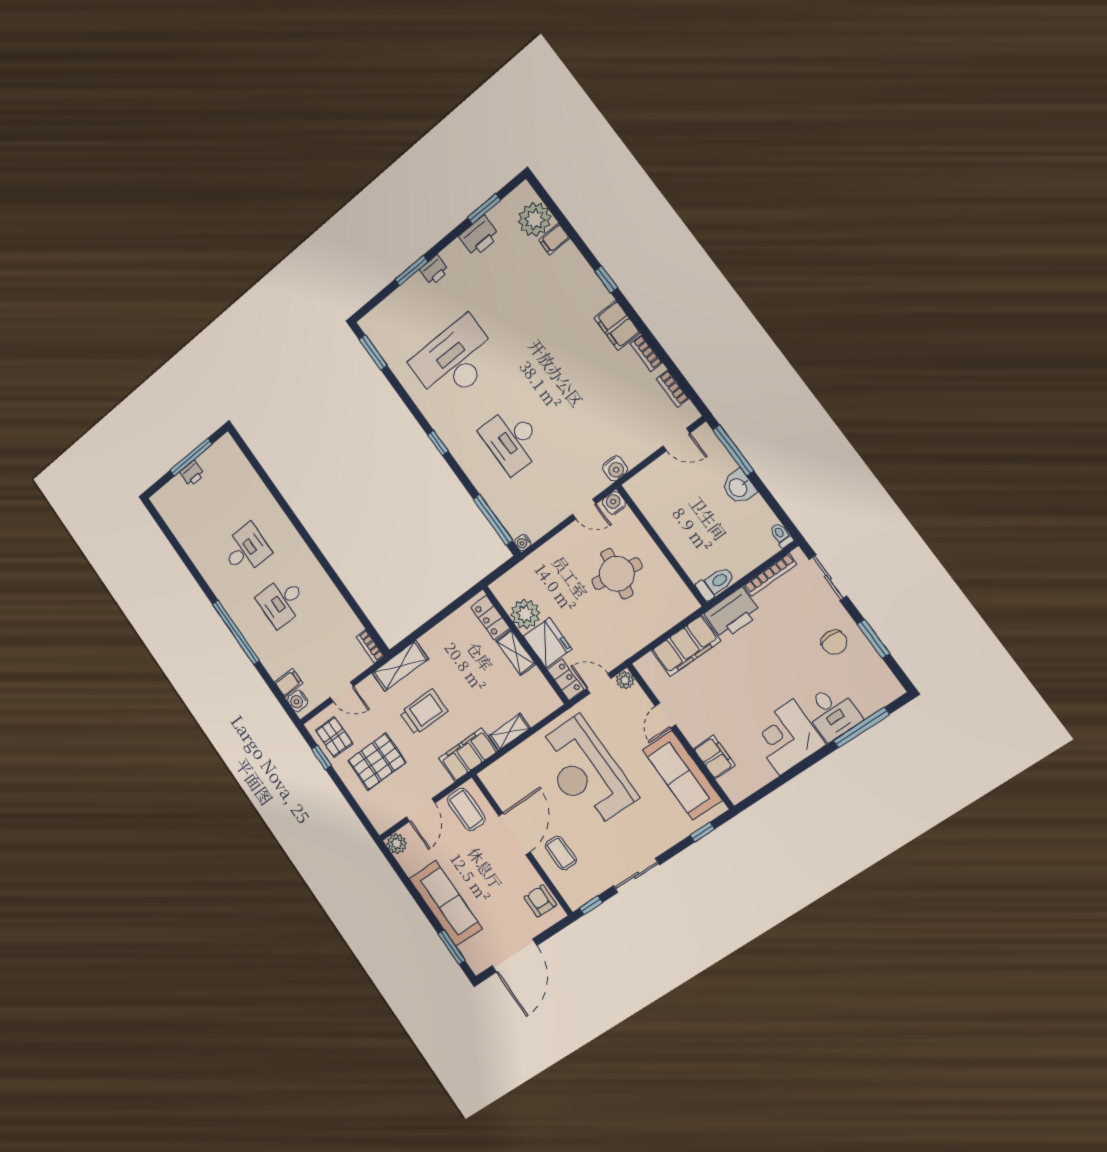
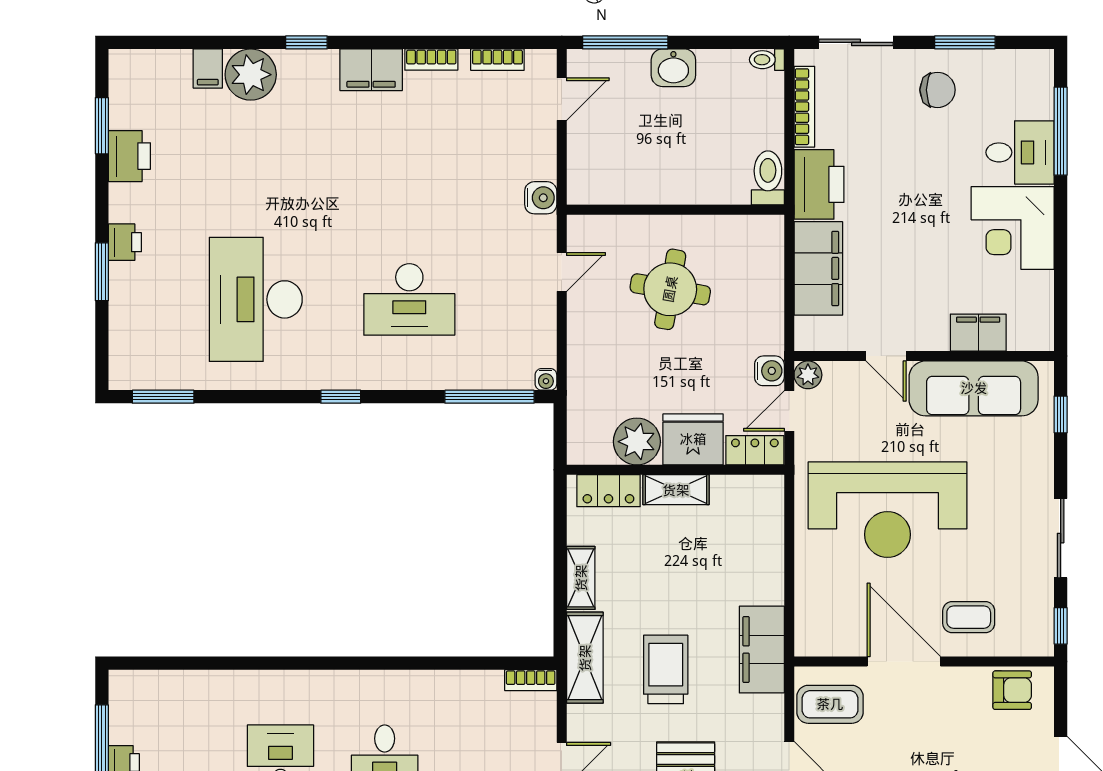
plant: (534, 219) -> (251, 75), moved
water cooler: (614, 503) -> (769, 371), moved, turned 180
shelving: (509, 732) -> (581, 578), moved
armchair: (540, 901) -> (1012, 690), turned 180

